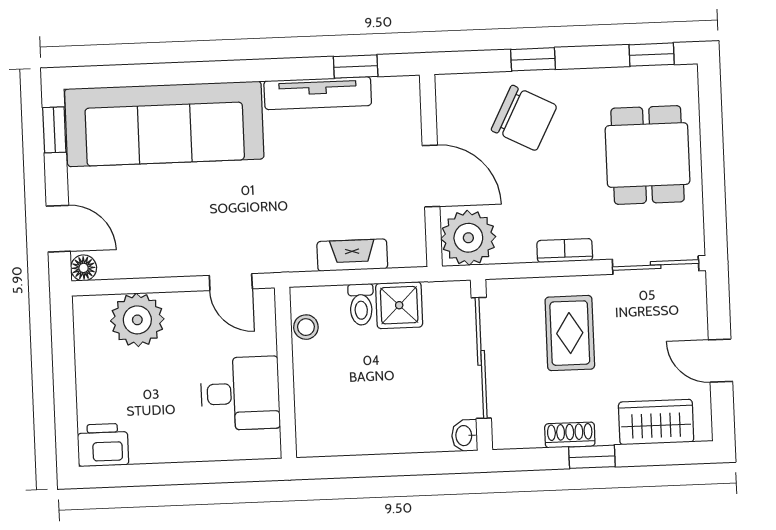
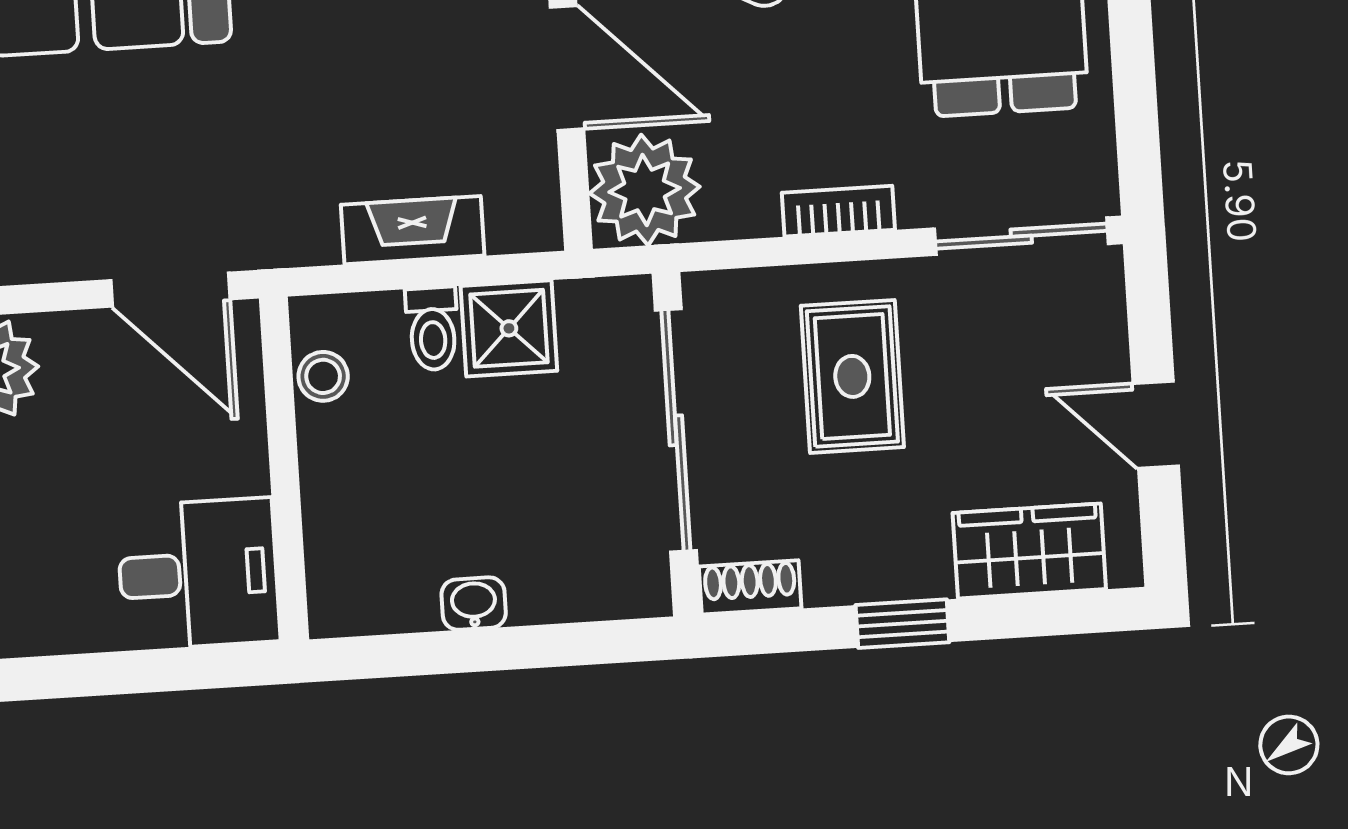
door: (231, 282) -> (170, 290), width x1.37
desk: (240, 393) -> (198, 574), moved
shoe rack: (570, 435) -> (750, 587), moved
washbasin: (465, 436) -> (474, 604), moved, turned 90

